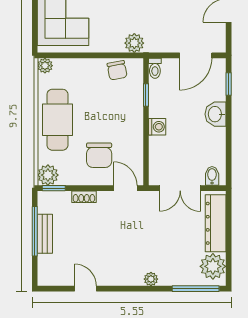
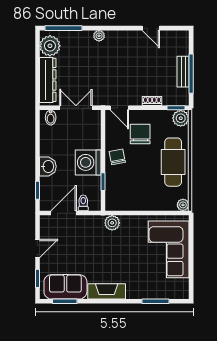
toilet: (155, 68) -> (83, 203), moved
chair: (117, 70) -> (117, 157), moved
washing machine: (157, 127) -> (88, 162), width x1.89, depth x1.89

